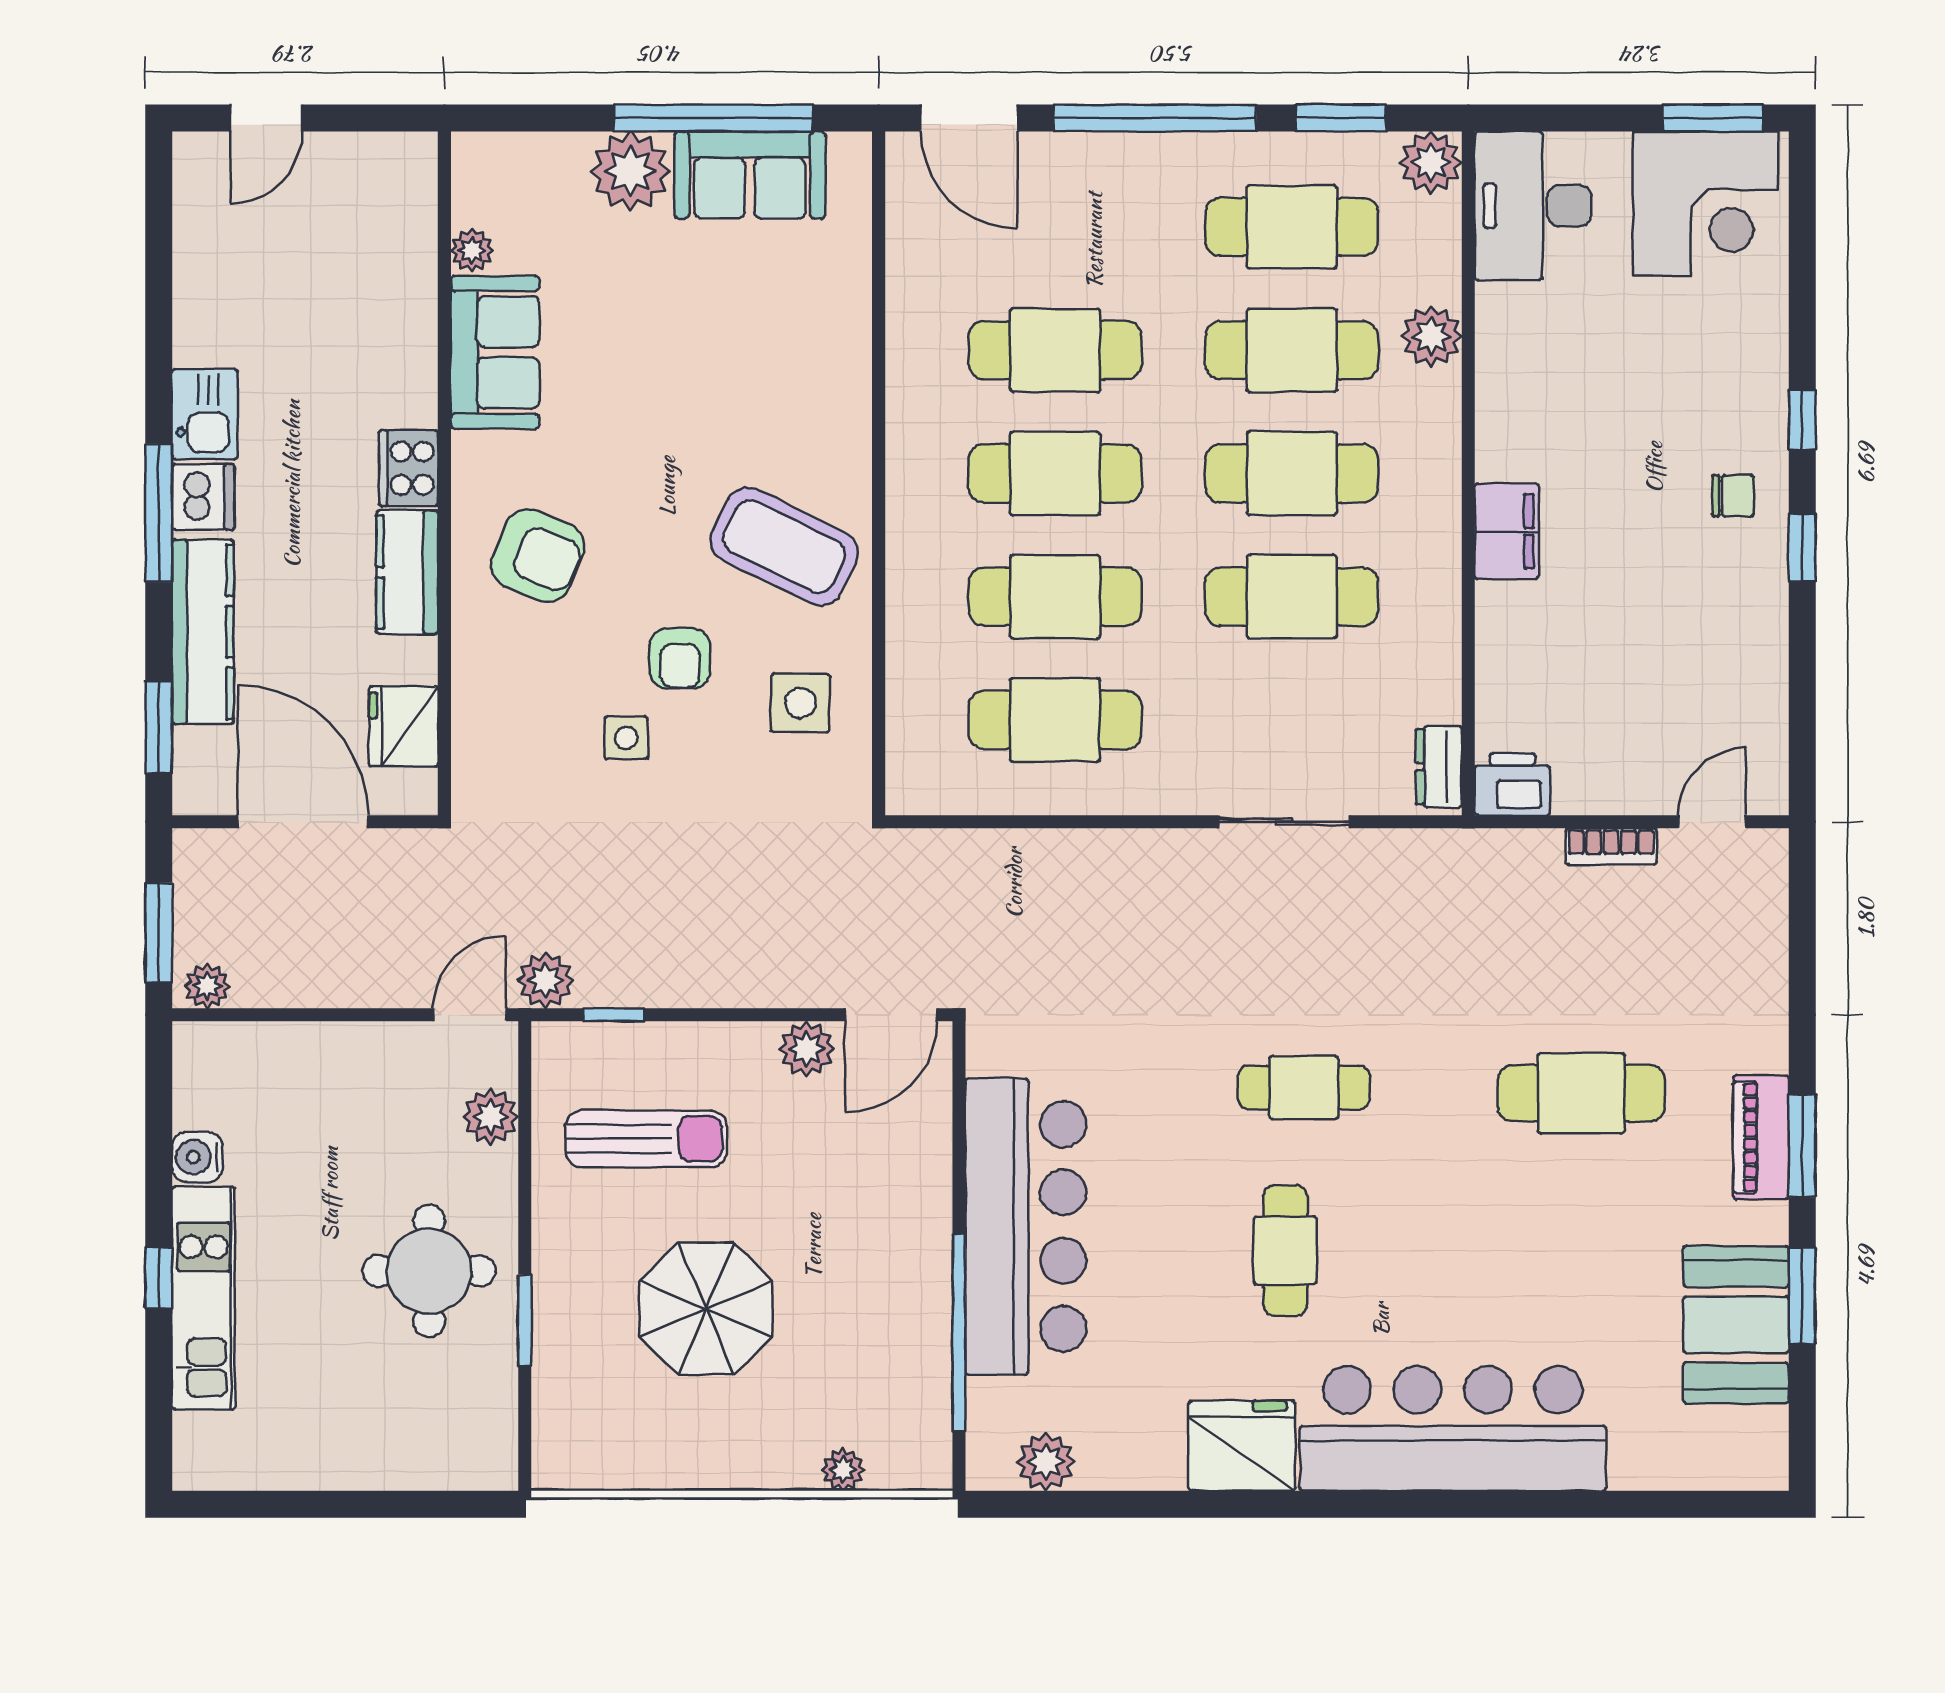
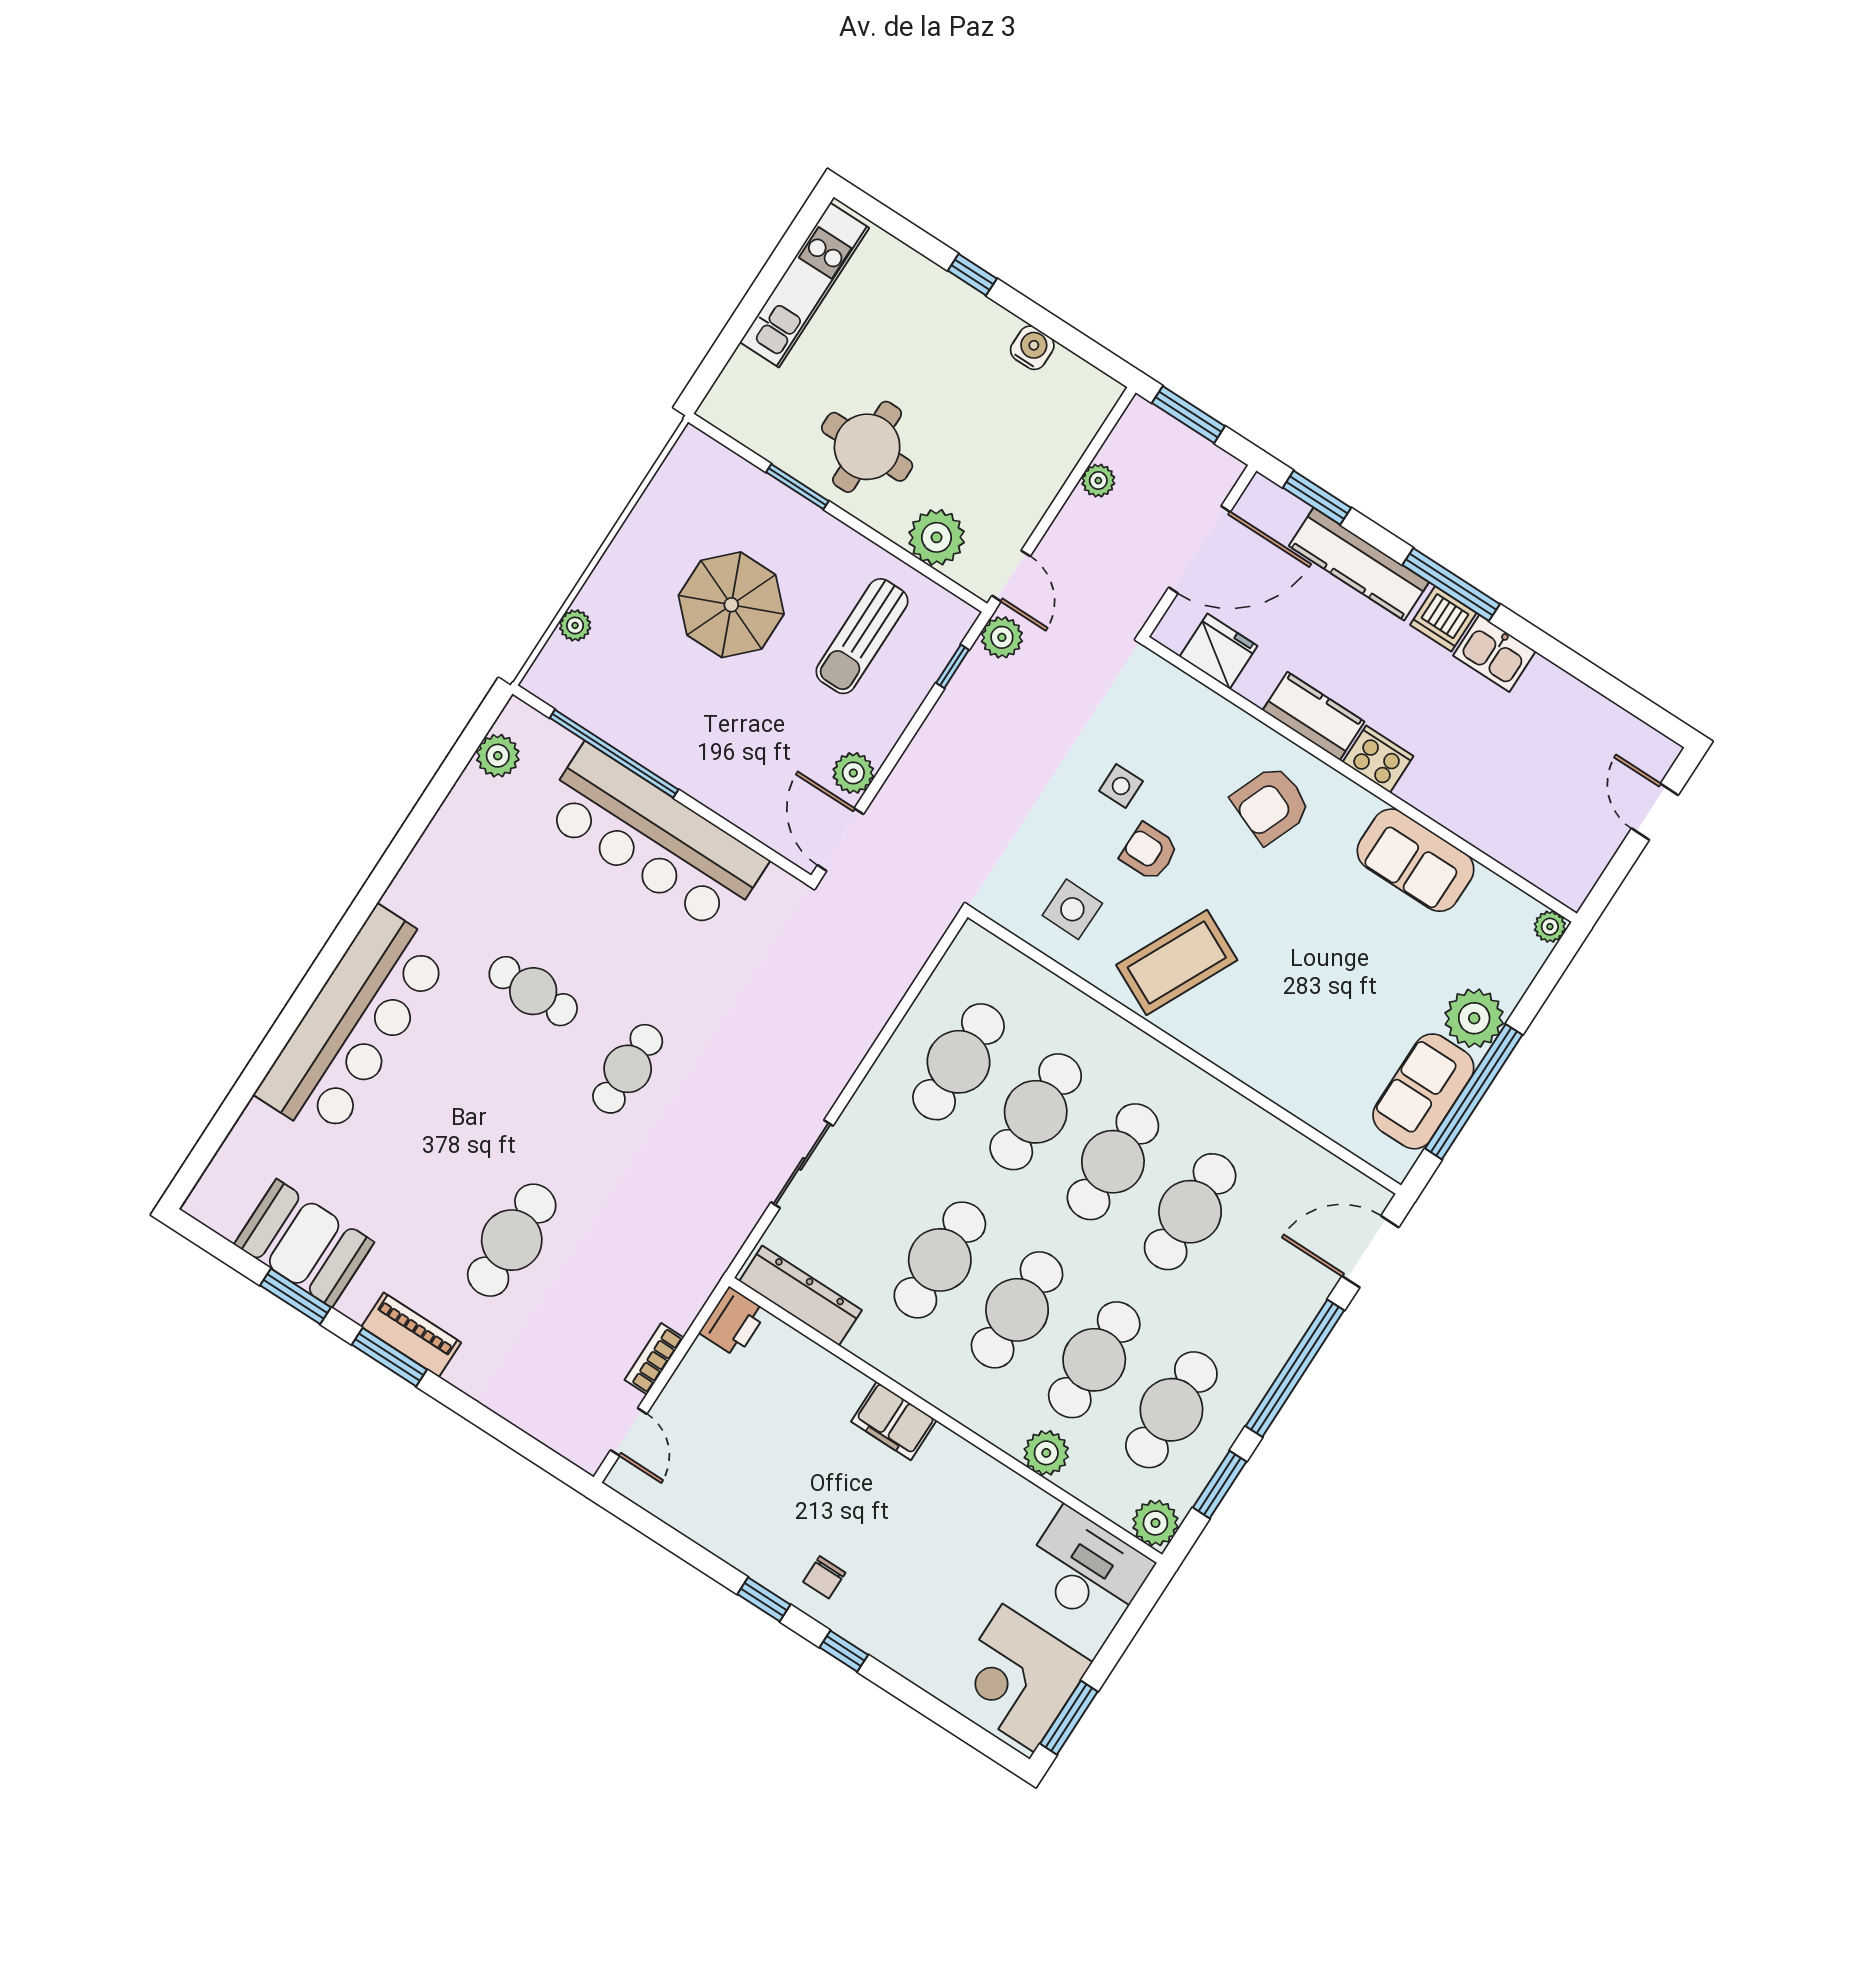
plant: (472, 250) -> (1550, 927), moved
dresser: (1439, 767) -> (801, 1296), width x1.96, depth x1.24
plant: (207, 986) -> (1098, 481), moved
plant: (491, 1117) -> (937, 537), width x1.36, depth x1.36
kitchen unit: (204, 1298) -> (804, 285), moved, turned -90
fridge: (1242, 1446) -> (429, 885), removed

